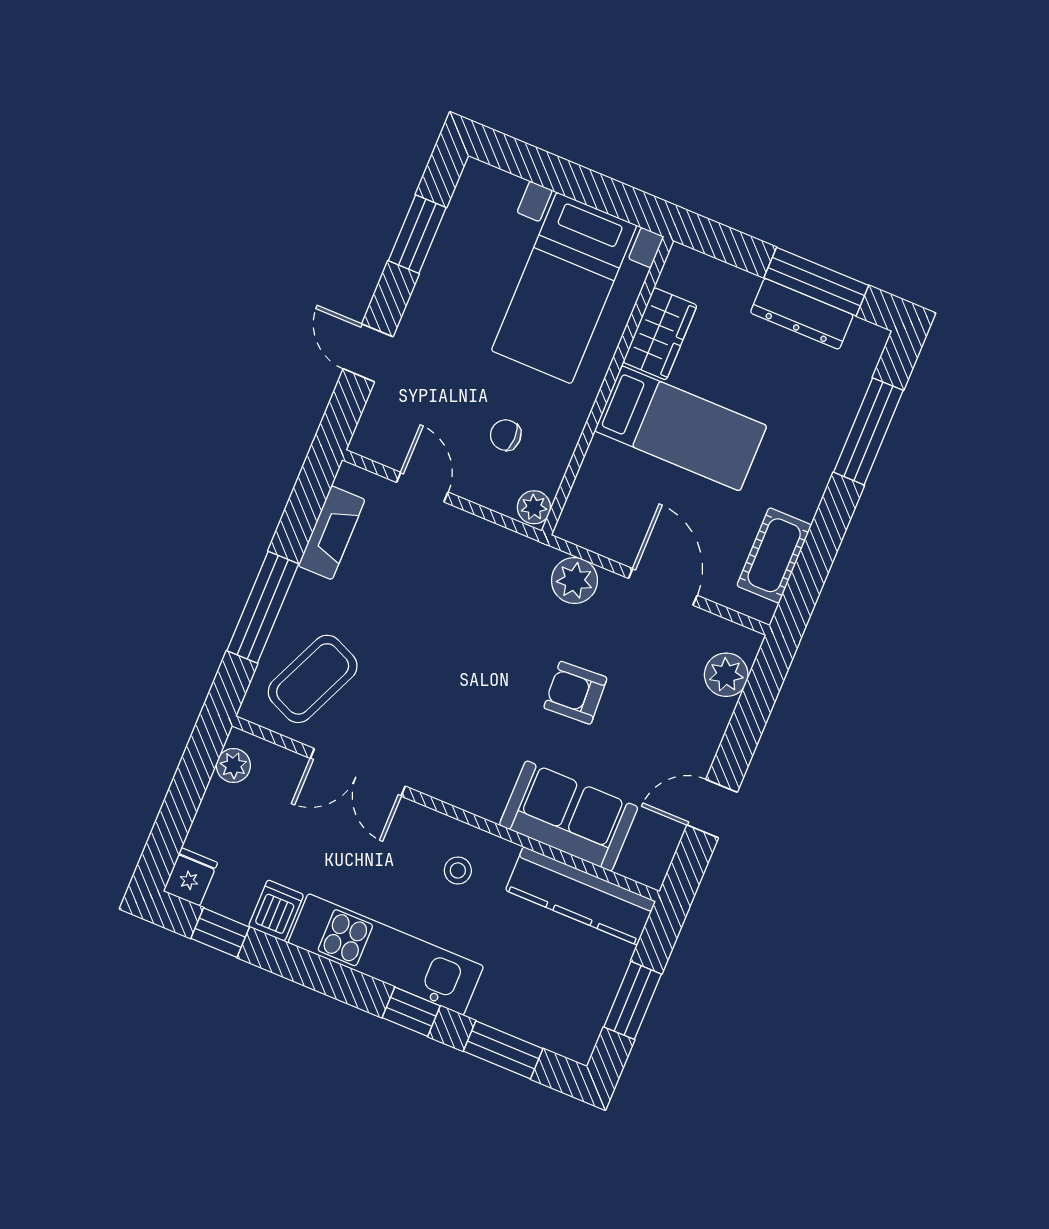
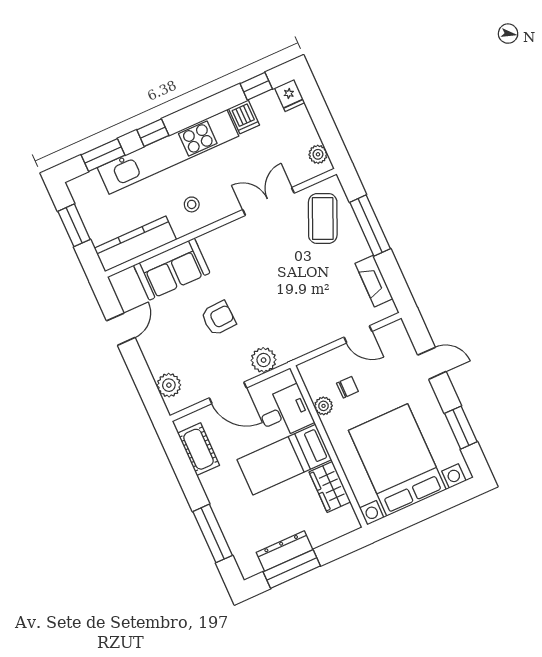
bed with nightstands: (564, 288) -> (397, 460), width x1.36
desk: (617, 487) -> (285, 412), added
plant: (534, 507) -> (323, 406), moved
kitchen unit: (386, 954) -> (168, 152), width x1.36

